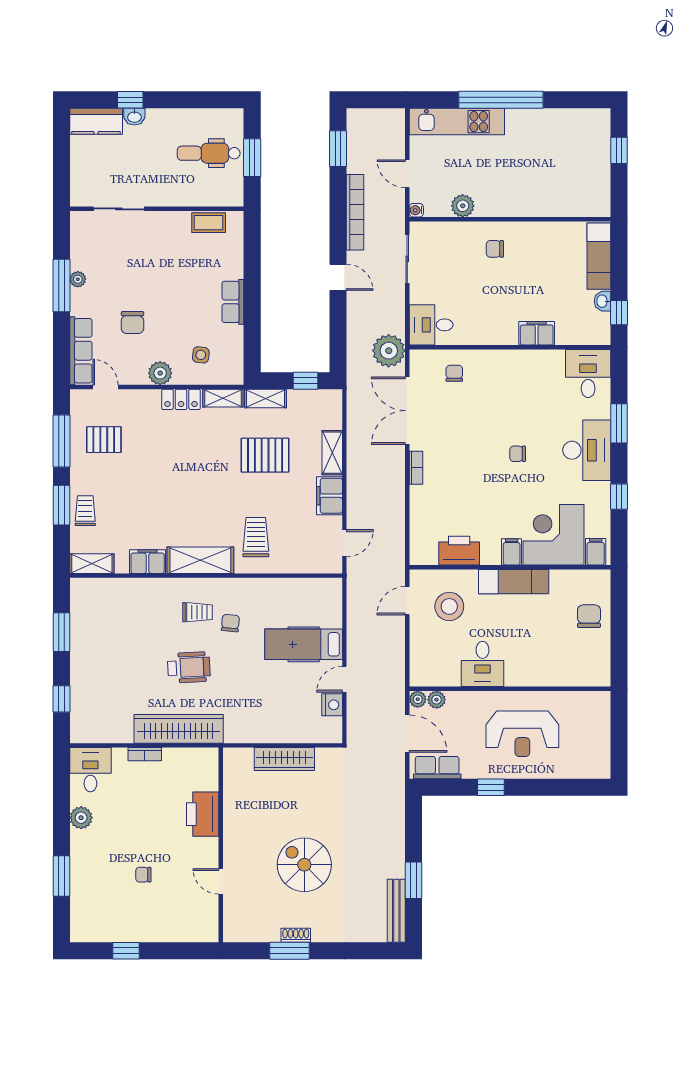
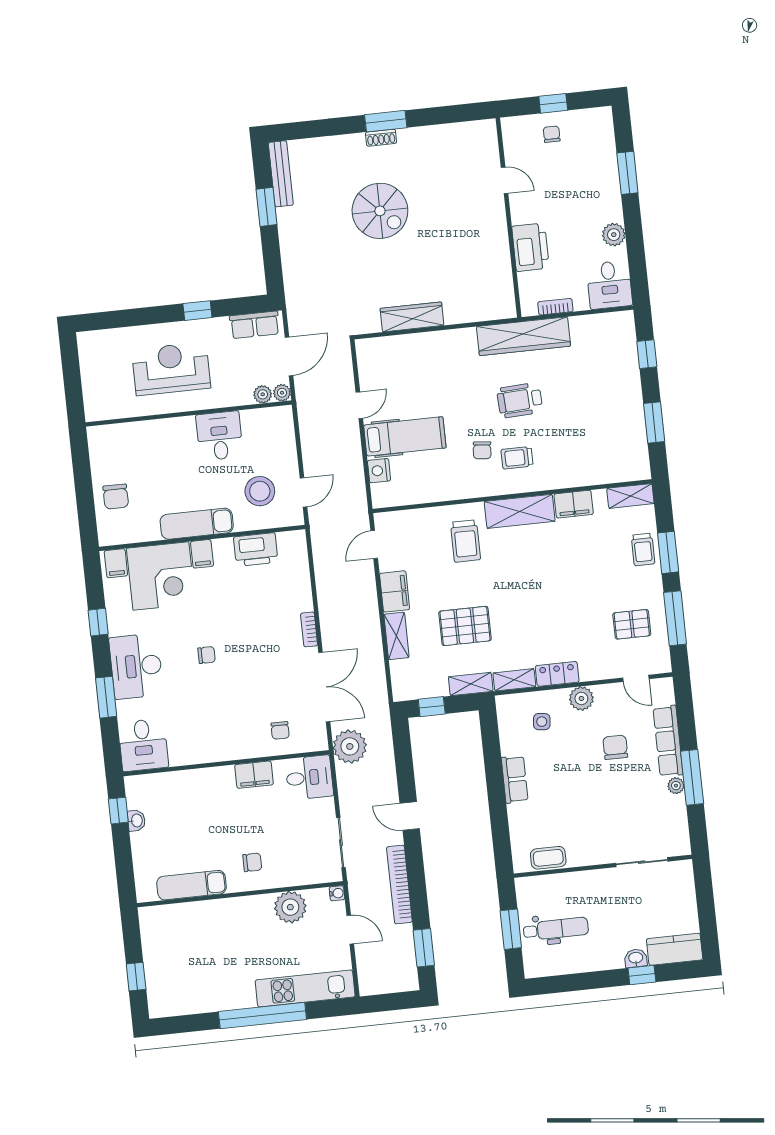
plant: (463, 206) -> (290, 907), width x1.36, depth x1.36
exam couch: (599, 256) -> (192, 885), moved, turned -90
filing cabinet: (537, 333) -> (254, 775), moved
row of seats: (81, 351) -> (668, 741), moved
nightstand: (332, 705) -> (379, 471), moved
door: (407, 734) -> (289, 356), swing flipped
printer: (203, 814) -> (530, 247), moved
wall: (221, 845) -> (509, 218), moved
chair: (143, 875) -> (552, 134), moved, turned -90
door: (221, 881) -> (505, 180), moved

